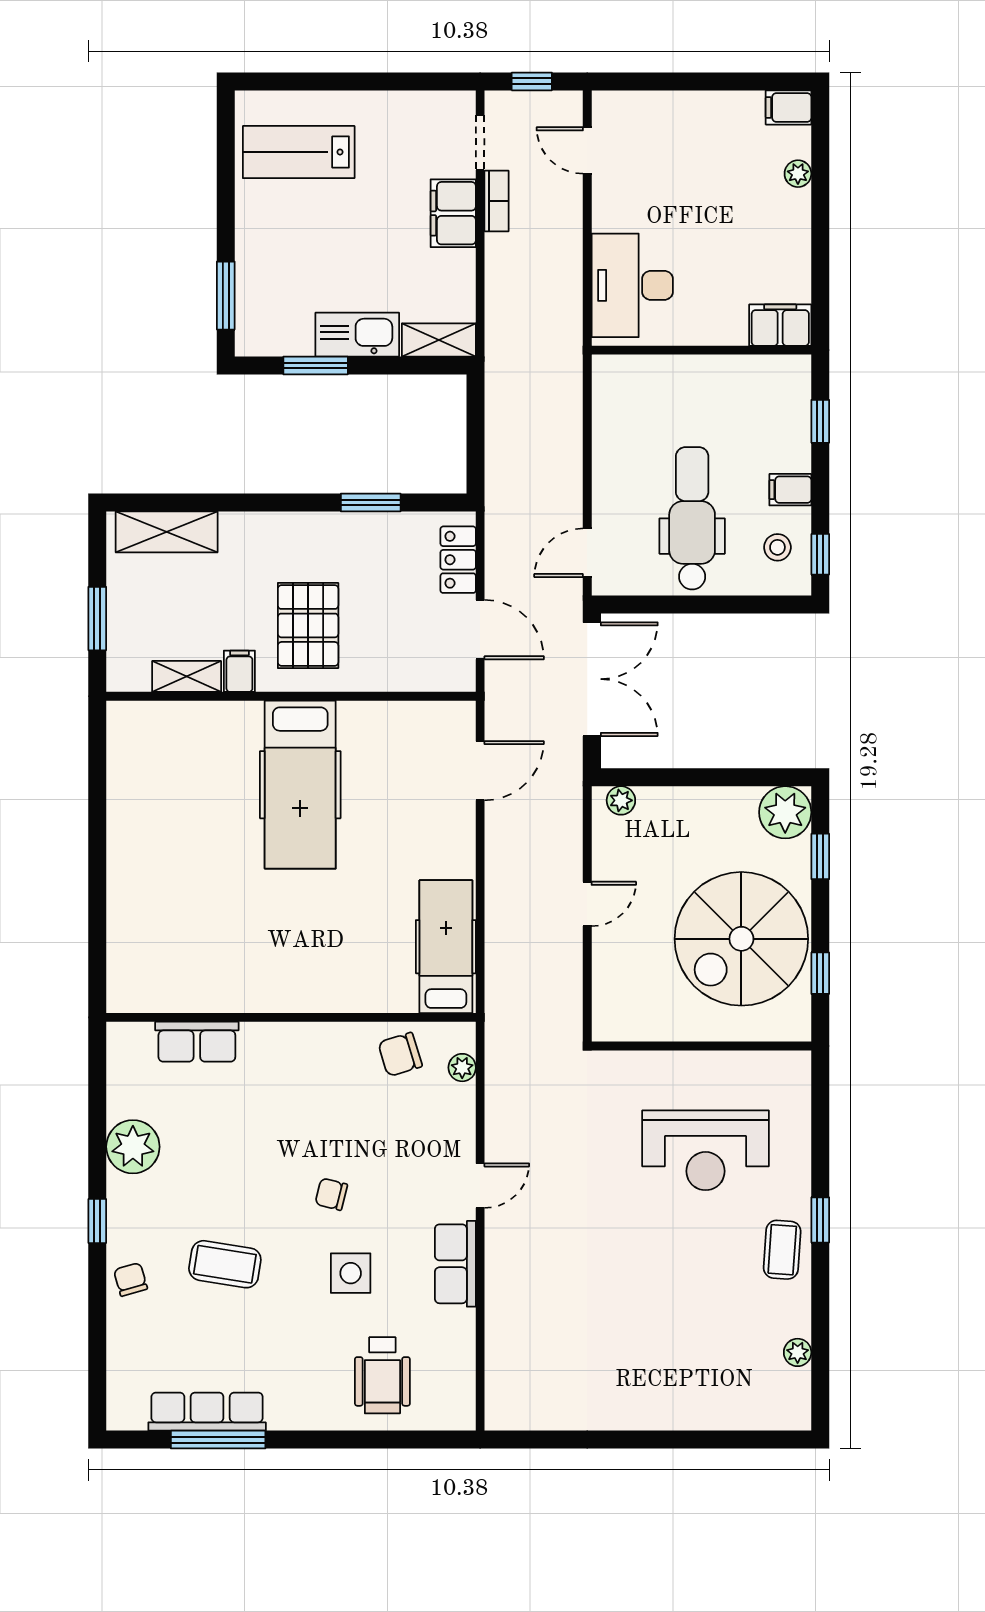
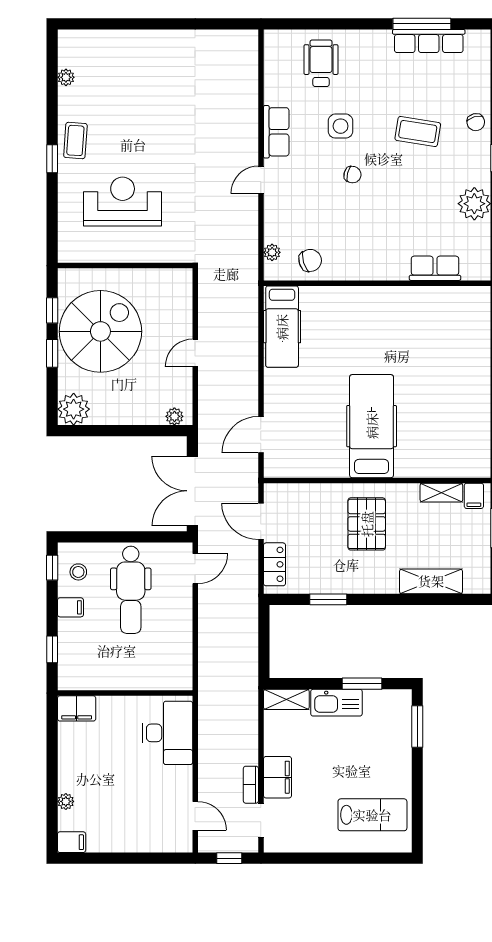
shelving: (167, 532) -> (431, 581), moved
filing cabinet: (239, 671) -> (474, 496), moved
window: (820, 856) -> (52, 353), moved

